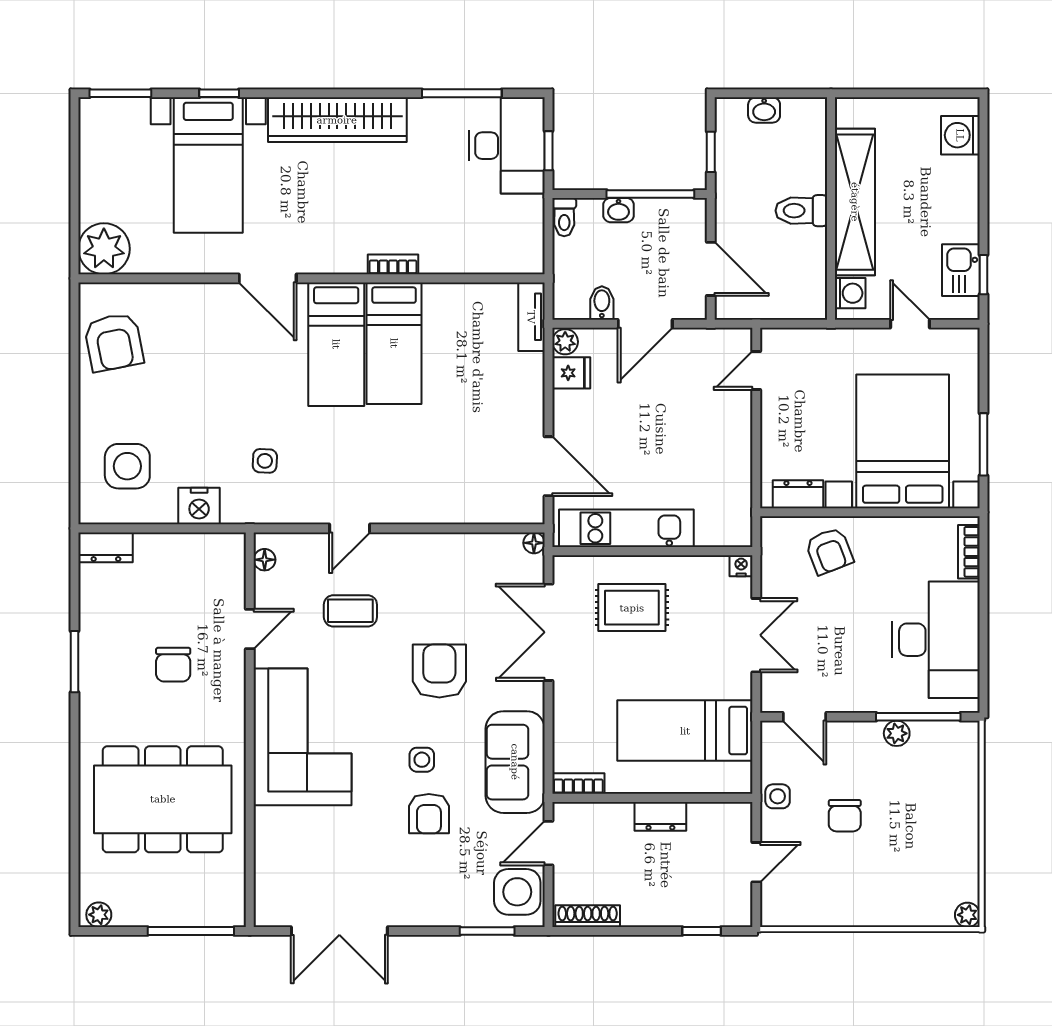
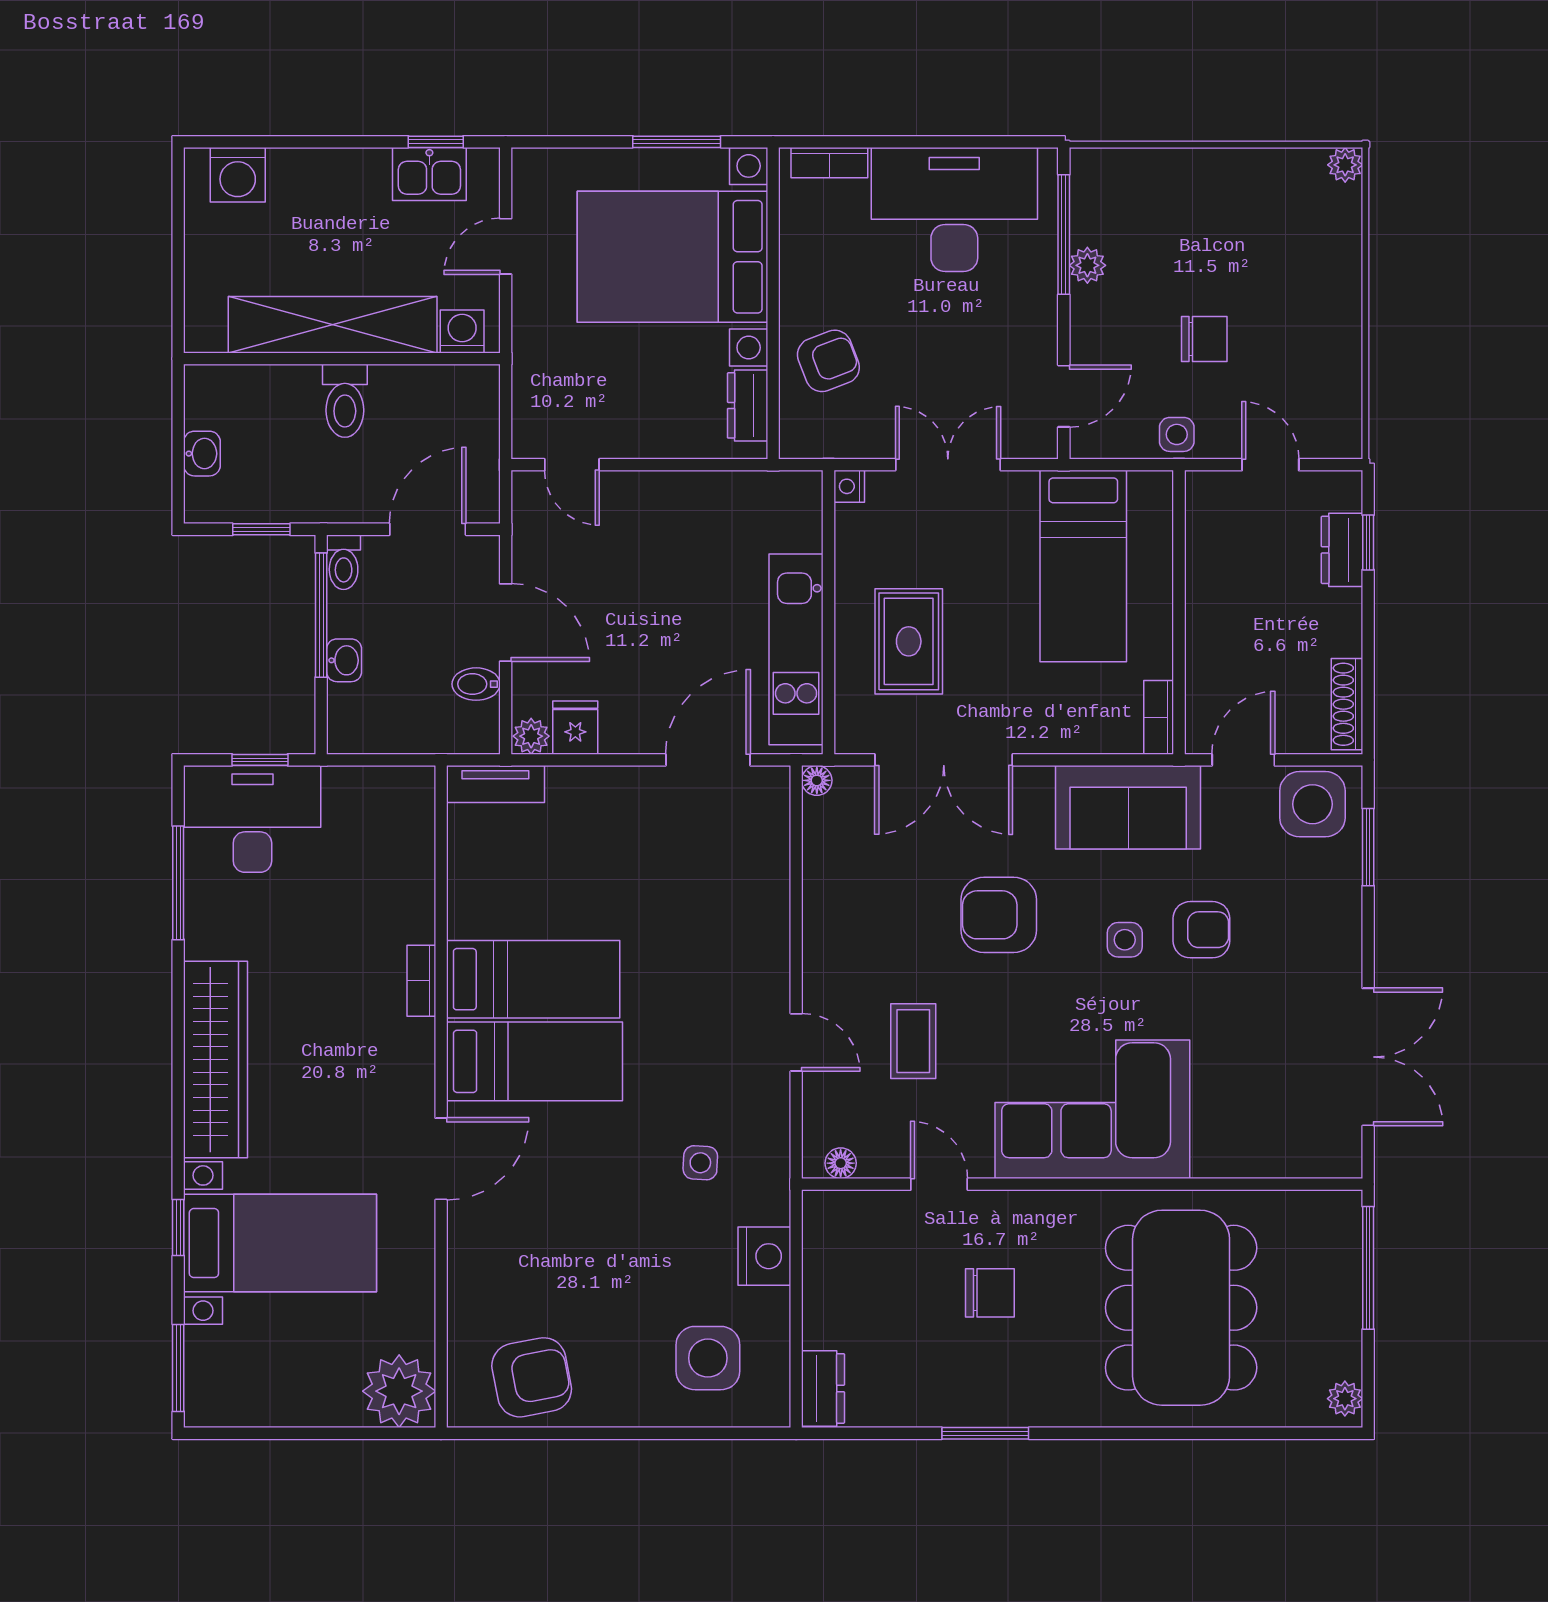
toilet: (564, 217) -> (344, 562), moved, turned 90
dresser: (660, 816) -> (1342, 550), moved, turned 180
door: (548, 843) -> (1243, 760), swing flipped

